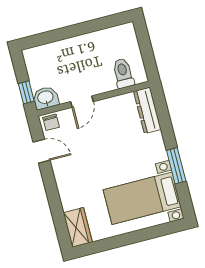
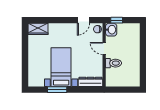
toilet: (123, 73) -> (114, 63), moved
bed with nightstands: (142, 198) -> (61, 67), moved

